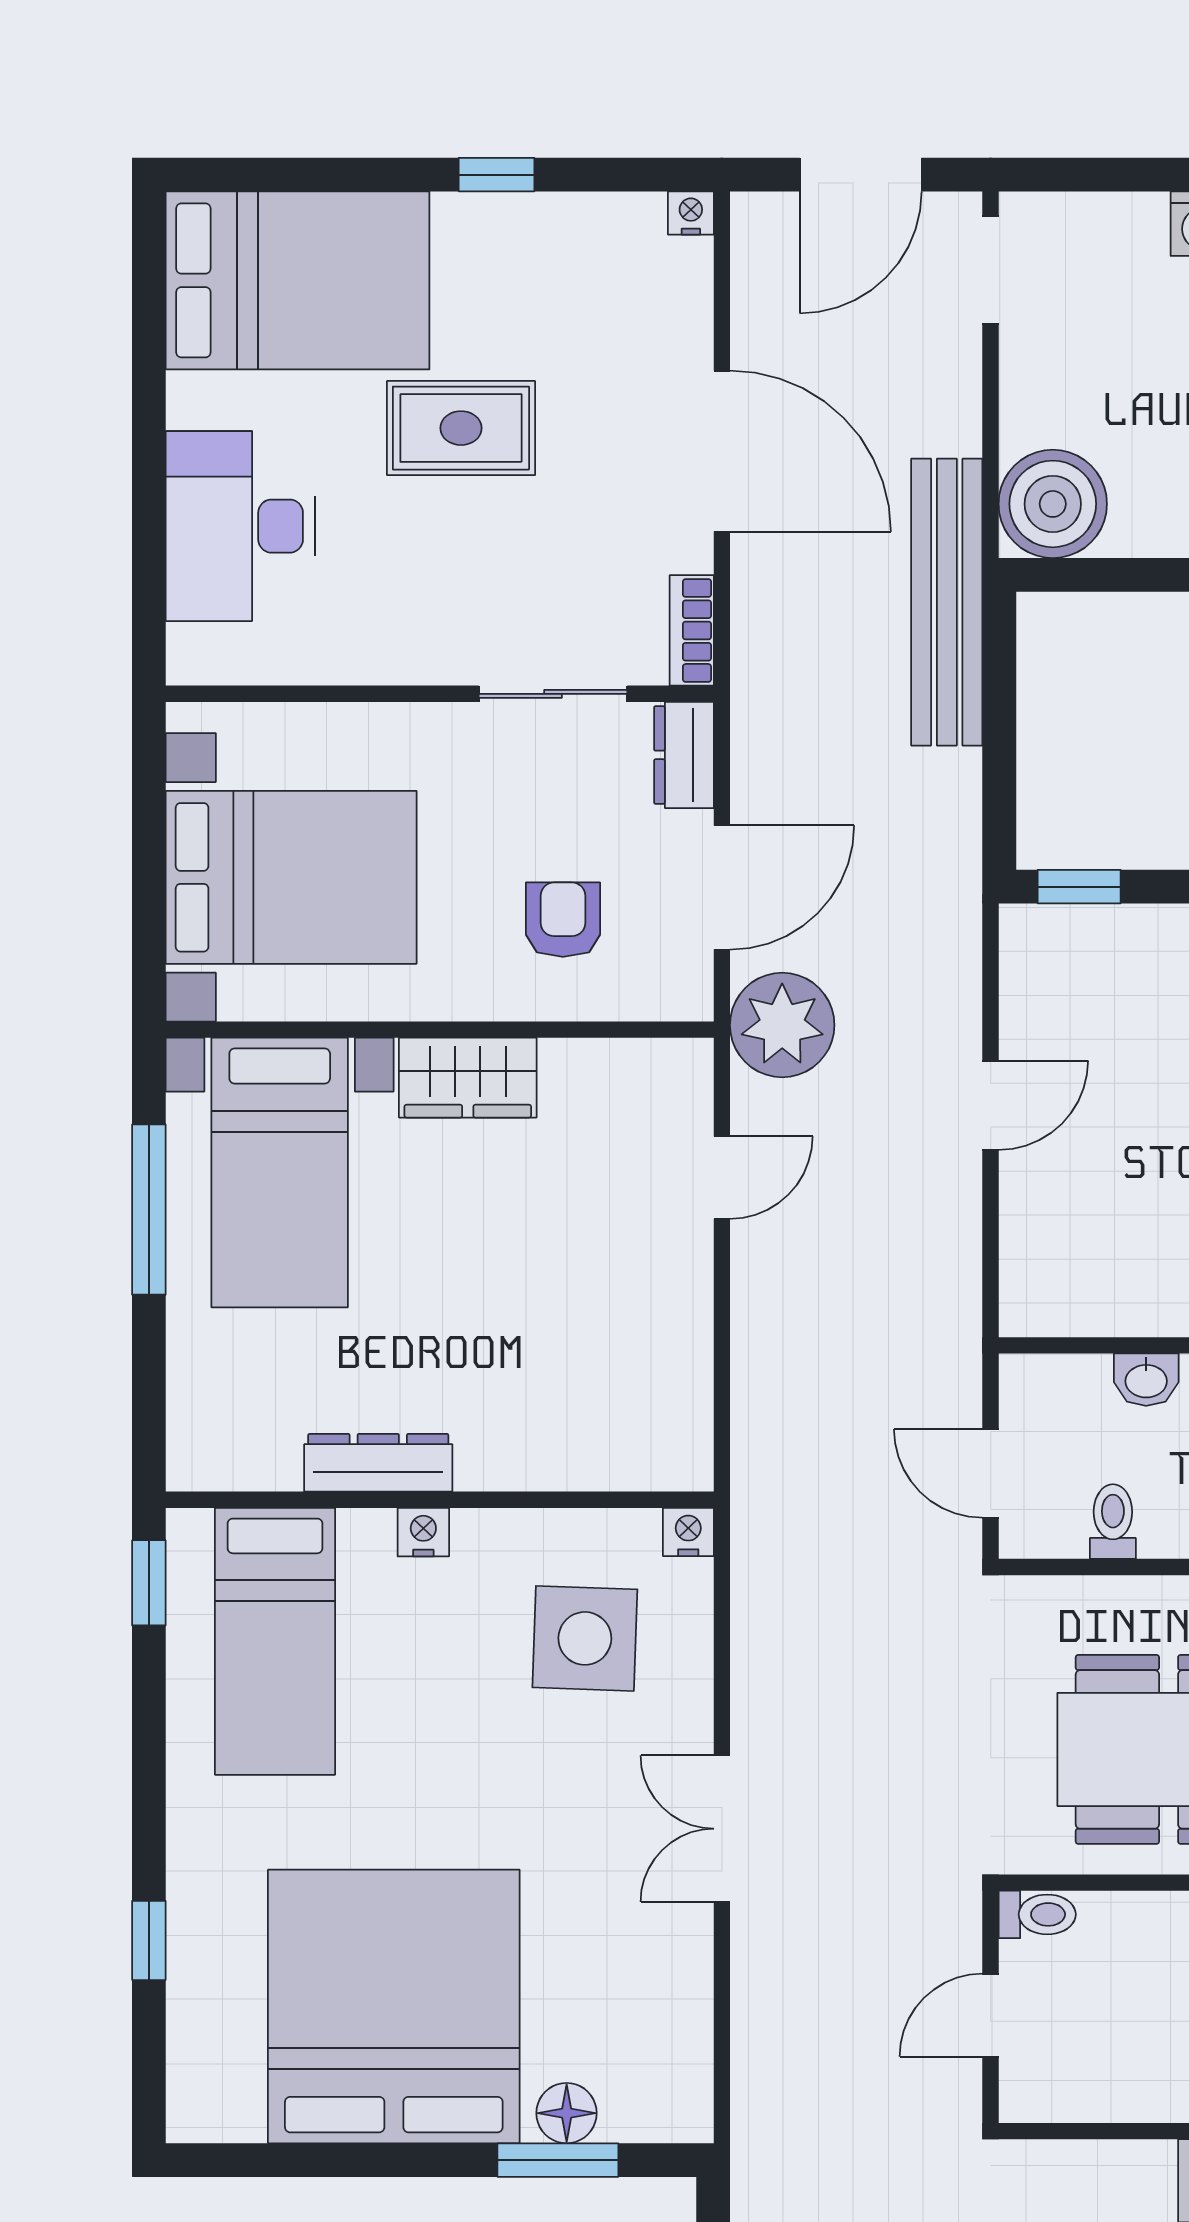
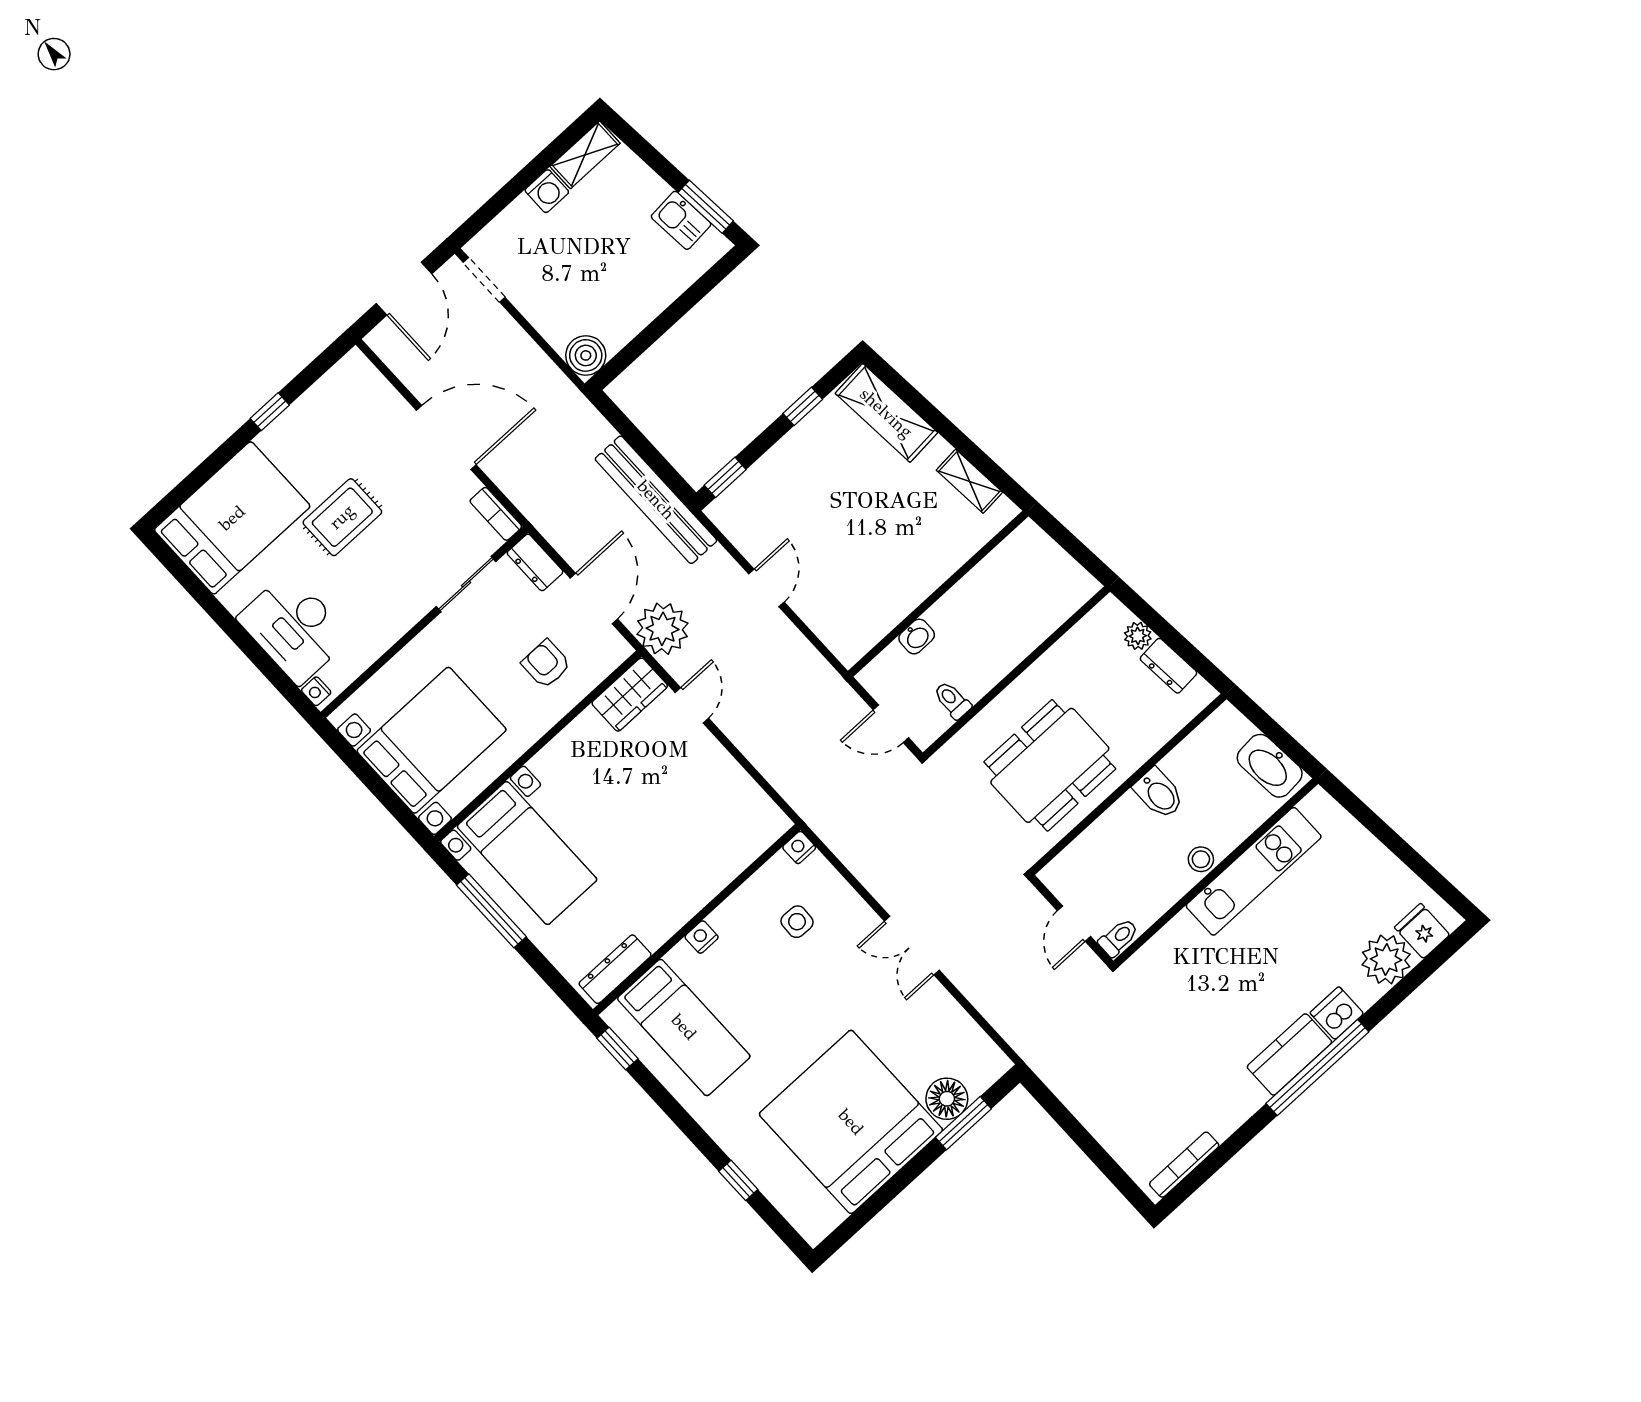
nightstand: (691, 213) -> (316, 691), moved, turned -90
boiler: (1053, 504) -> (586, 355), width x0.73, depth x0.73
bench: (947, 602) -> (656, 500), moved
wardrobe: (468, 1078) -> (630, 695), moved
dresser: (378, 1463) -> (615, 969), moved
side table: (585, 1638) -> (797, 922), width x0.54, depth x0.54
toilet: (1037, 1914) -> (1118, 938), moved
floor lamp: (567, 2113) -> (947, 1099), width x1.38, depth x1.38

